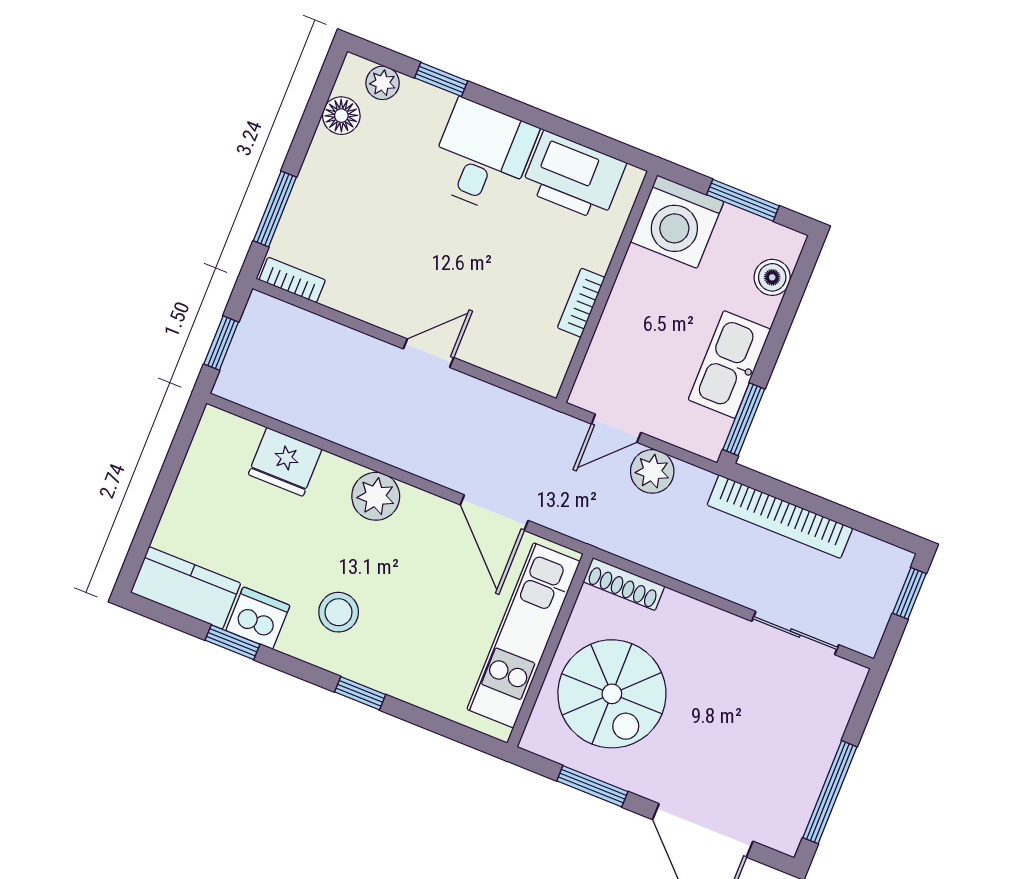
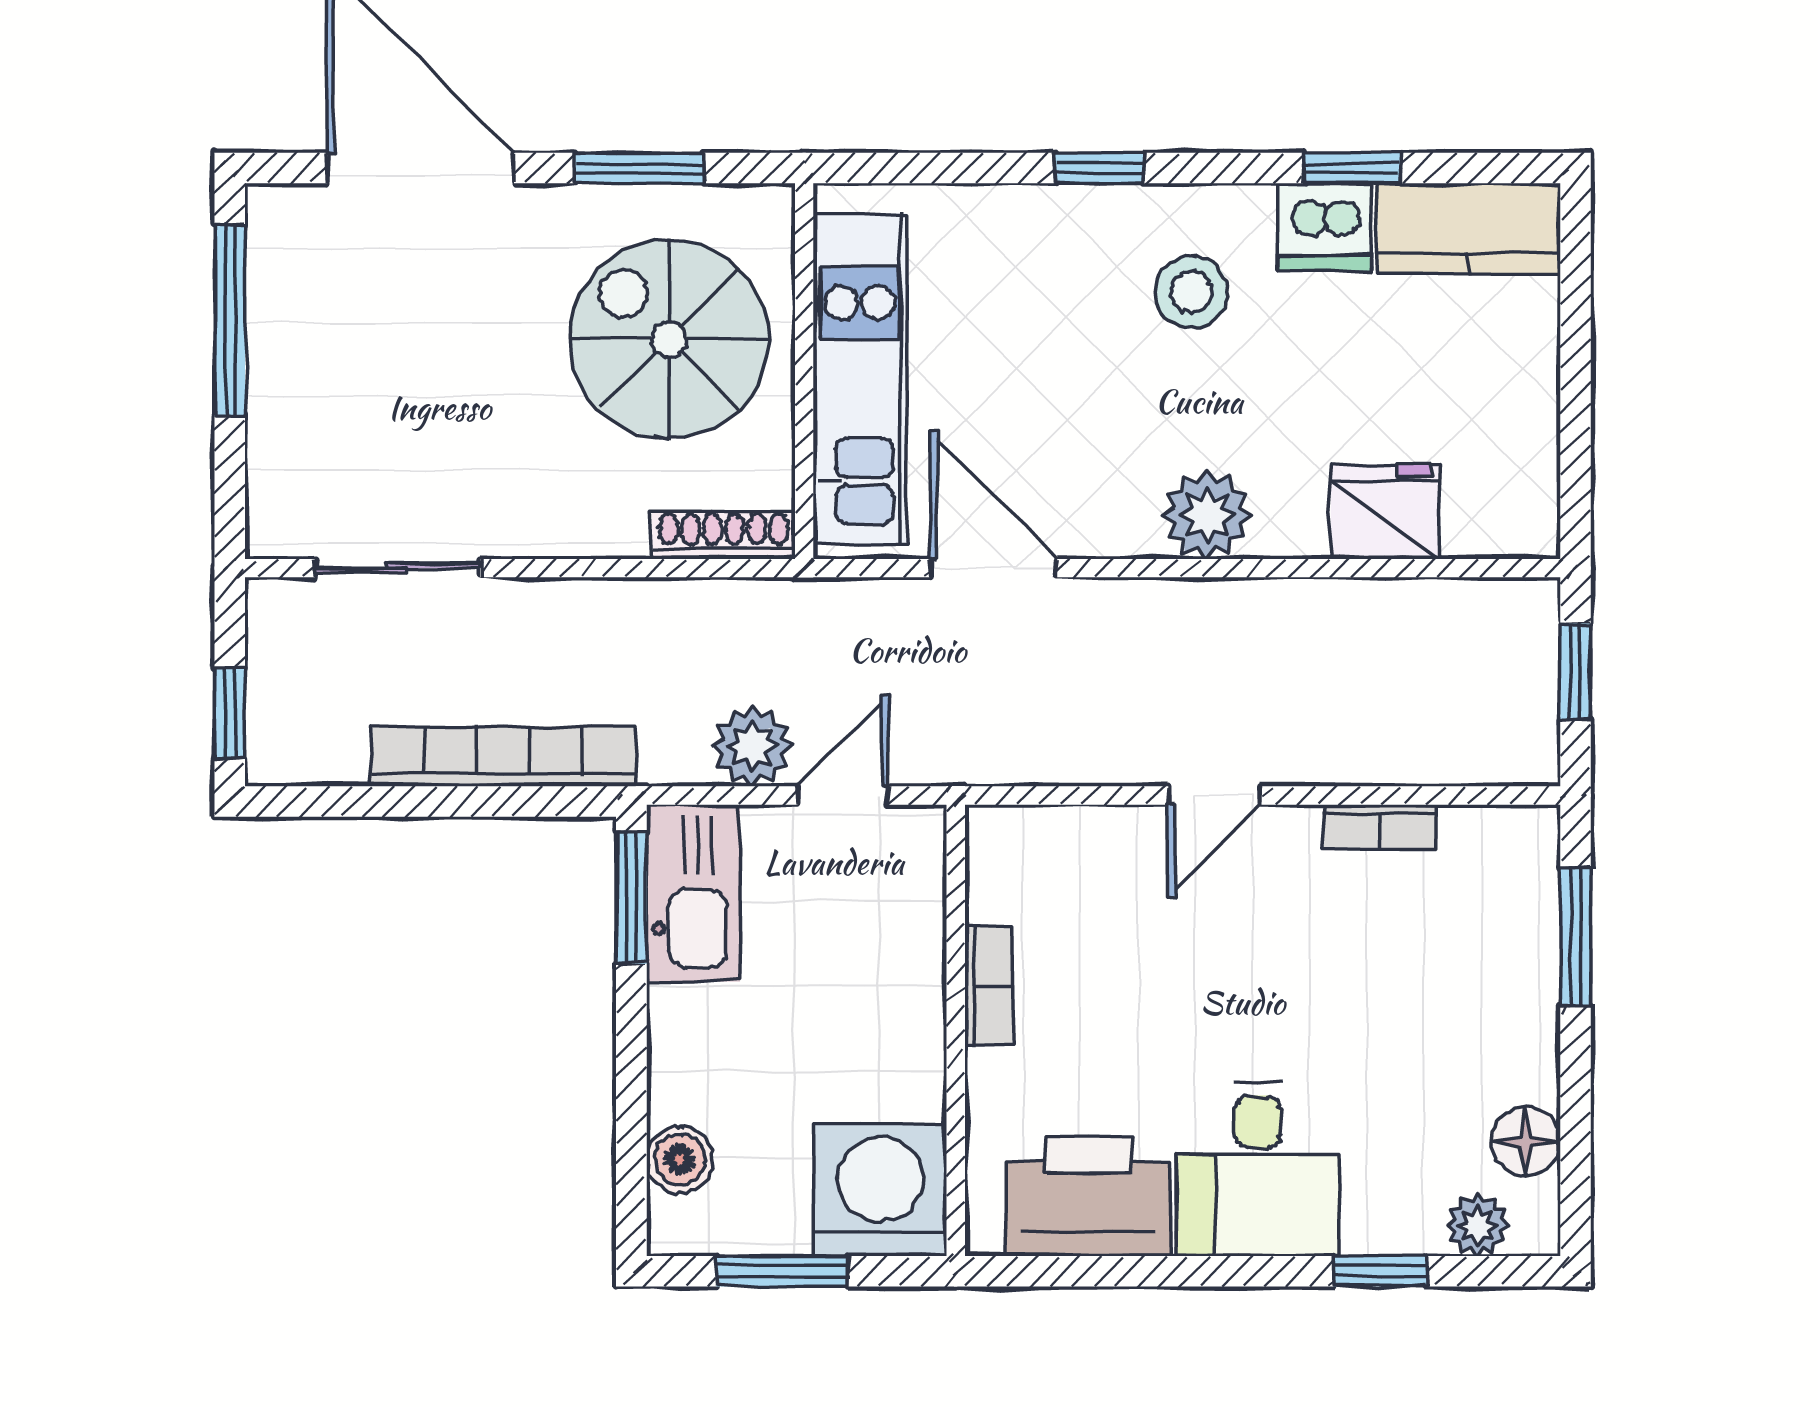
bookcase: (292, 280) -> (1380, 827), moved
kitchen sink: (729, 364) -> (693, 893), moved

